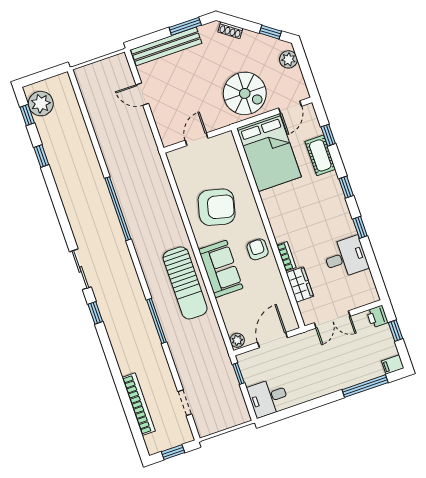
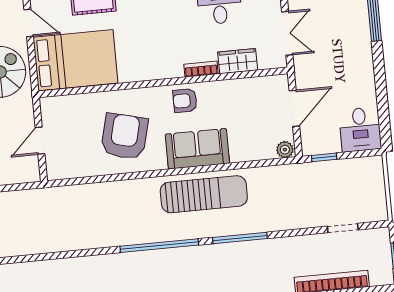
door: (197, 139) -> (40, 141), hinge flipped
window: (118, 209) -> (159, 246), moved
door: (273, 340) -> (294, 108), swing flipped

